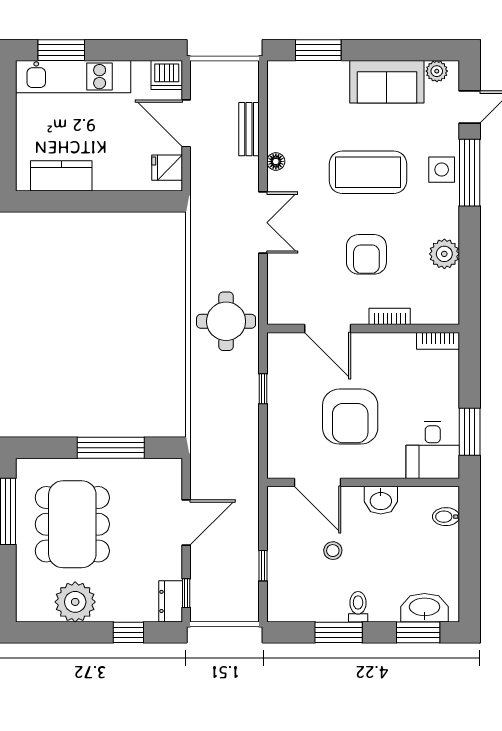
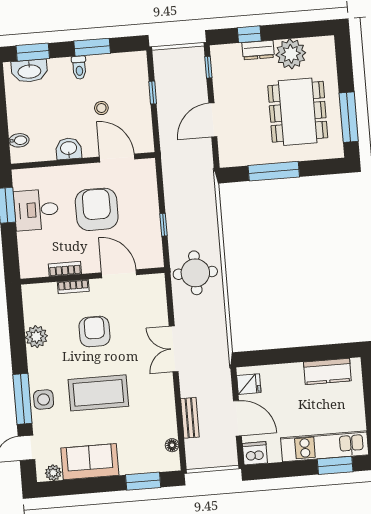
floor lamp: (276, 161) -> (172, 445), moved
bookcase: (438, 341) -> (65, 269), moved
desk: (433, 450) -> (36, 210), moved, turned -90
dresser: (171, 601) -> (258, 50), moved, turned 90

